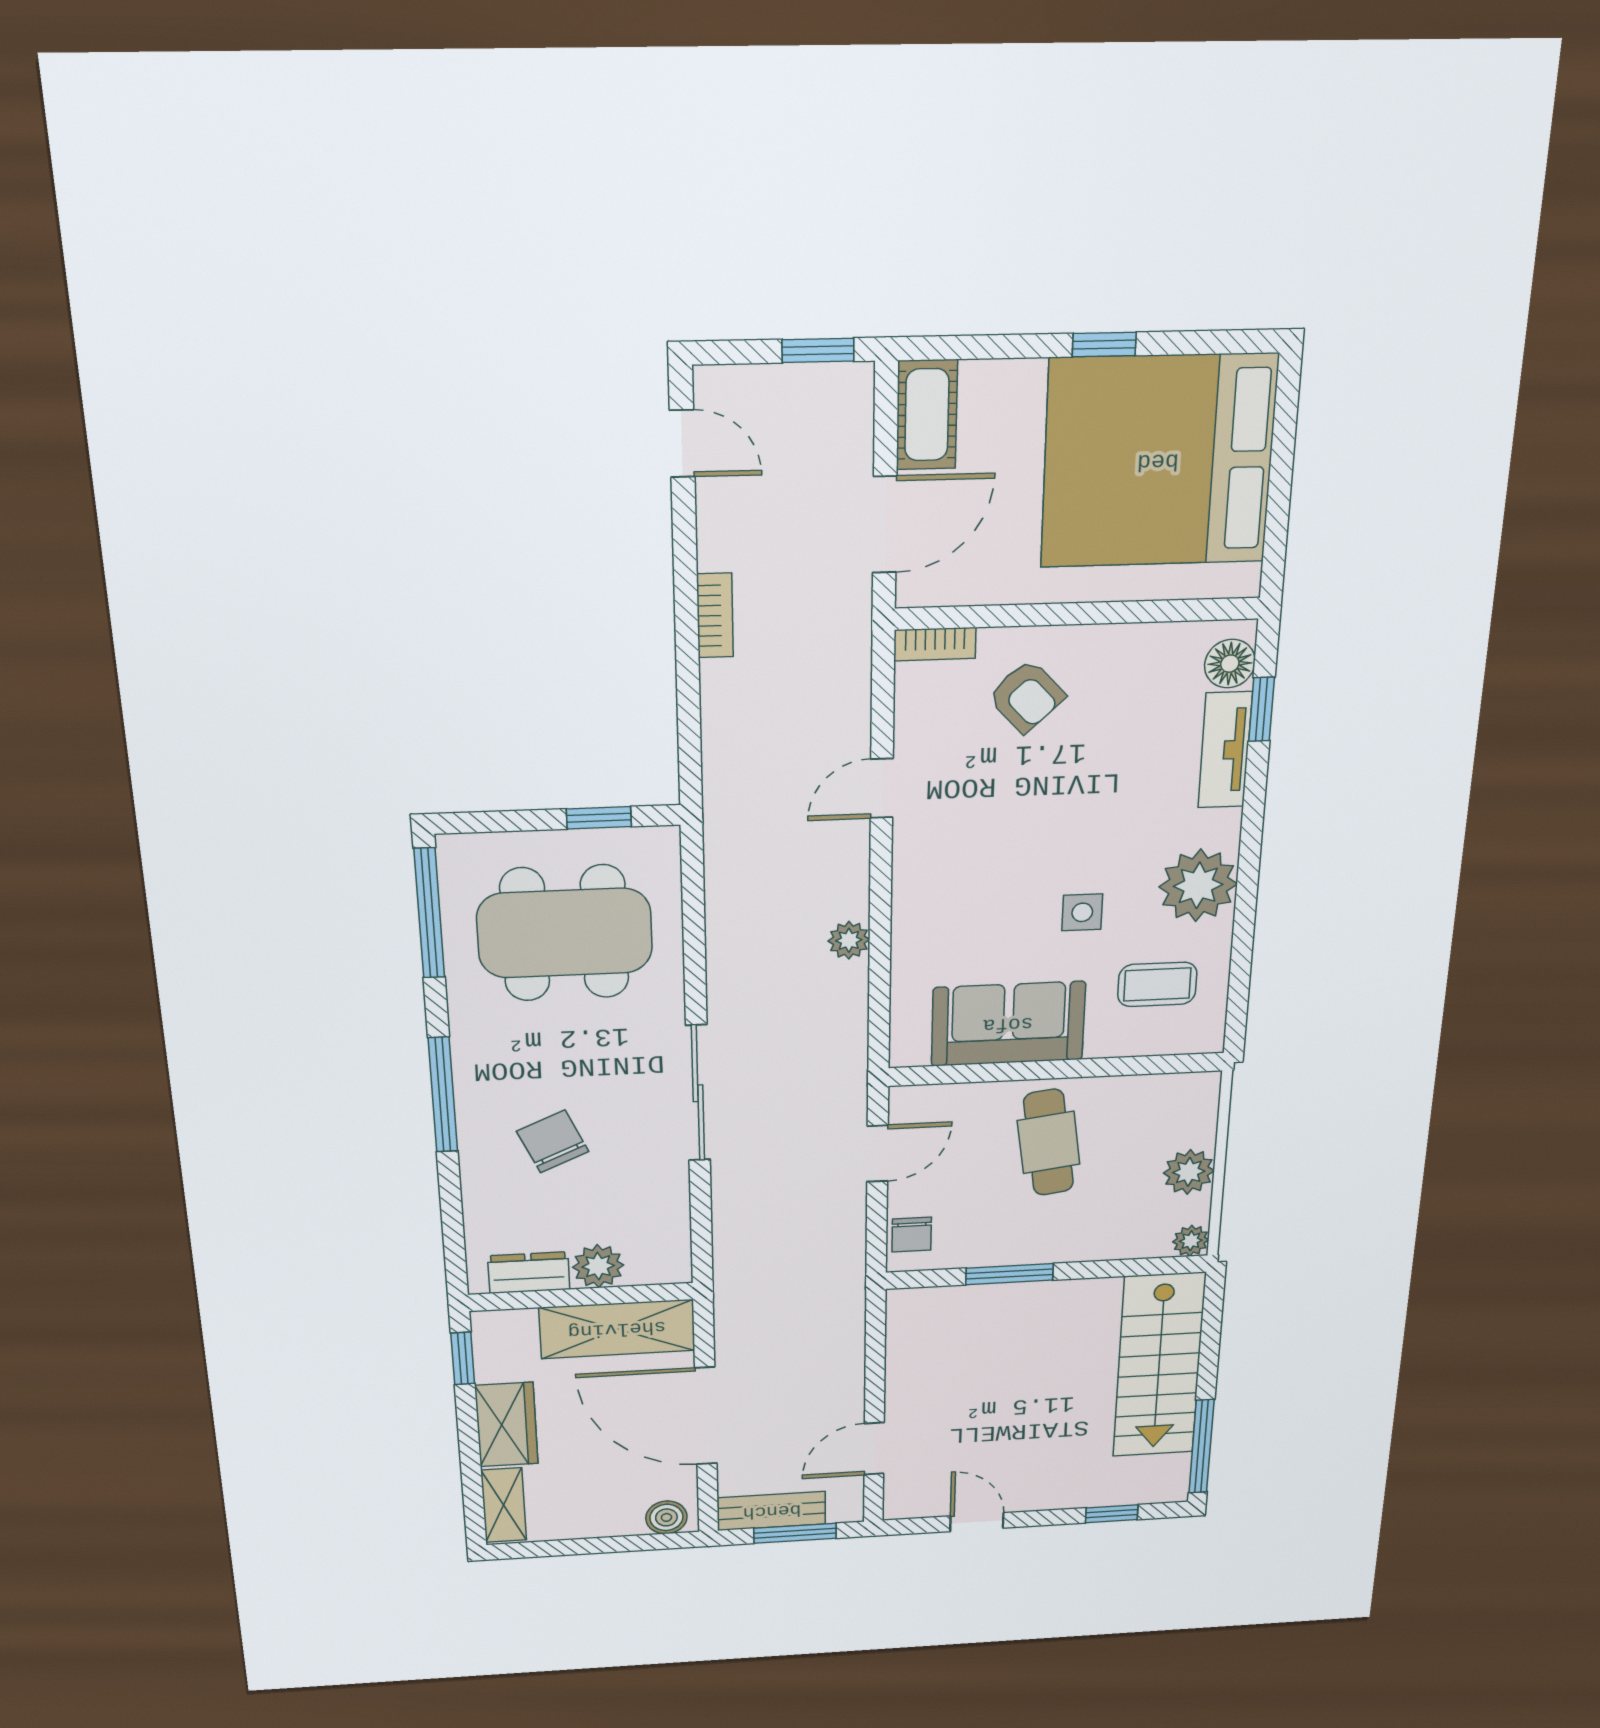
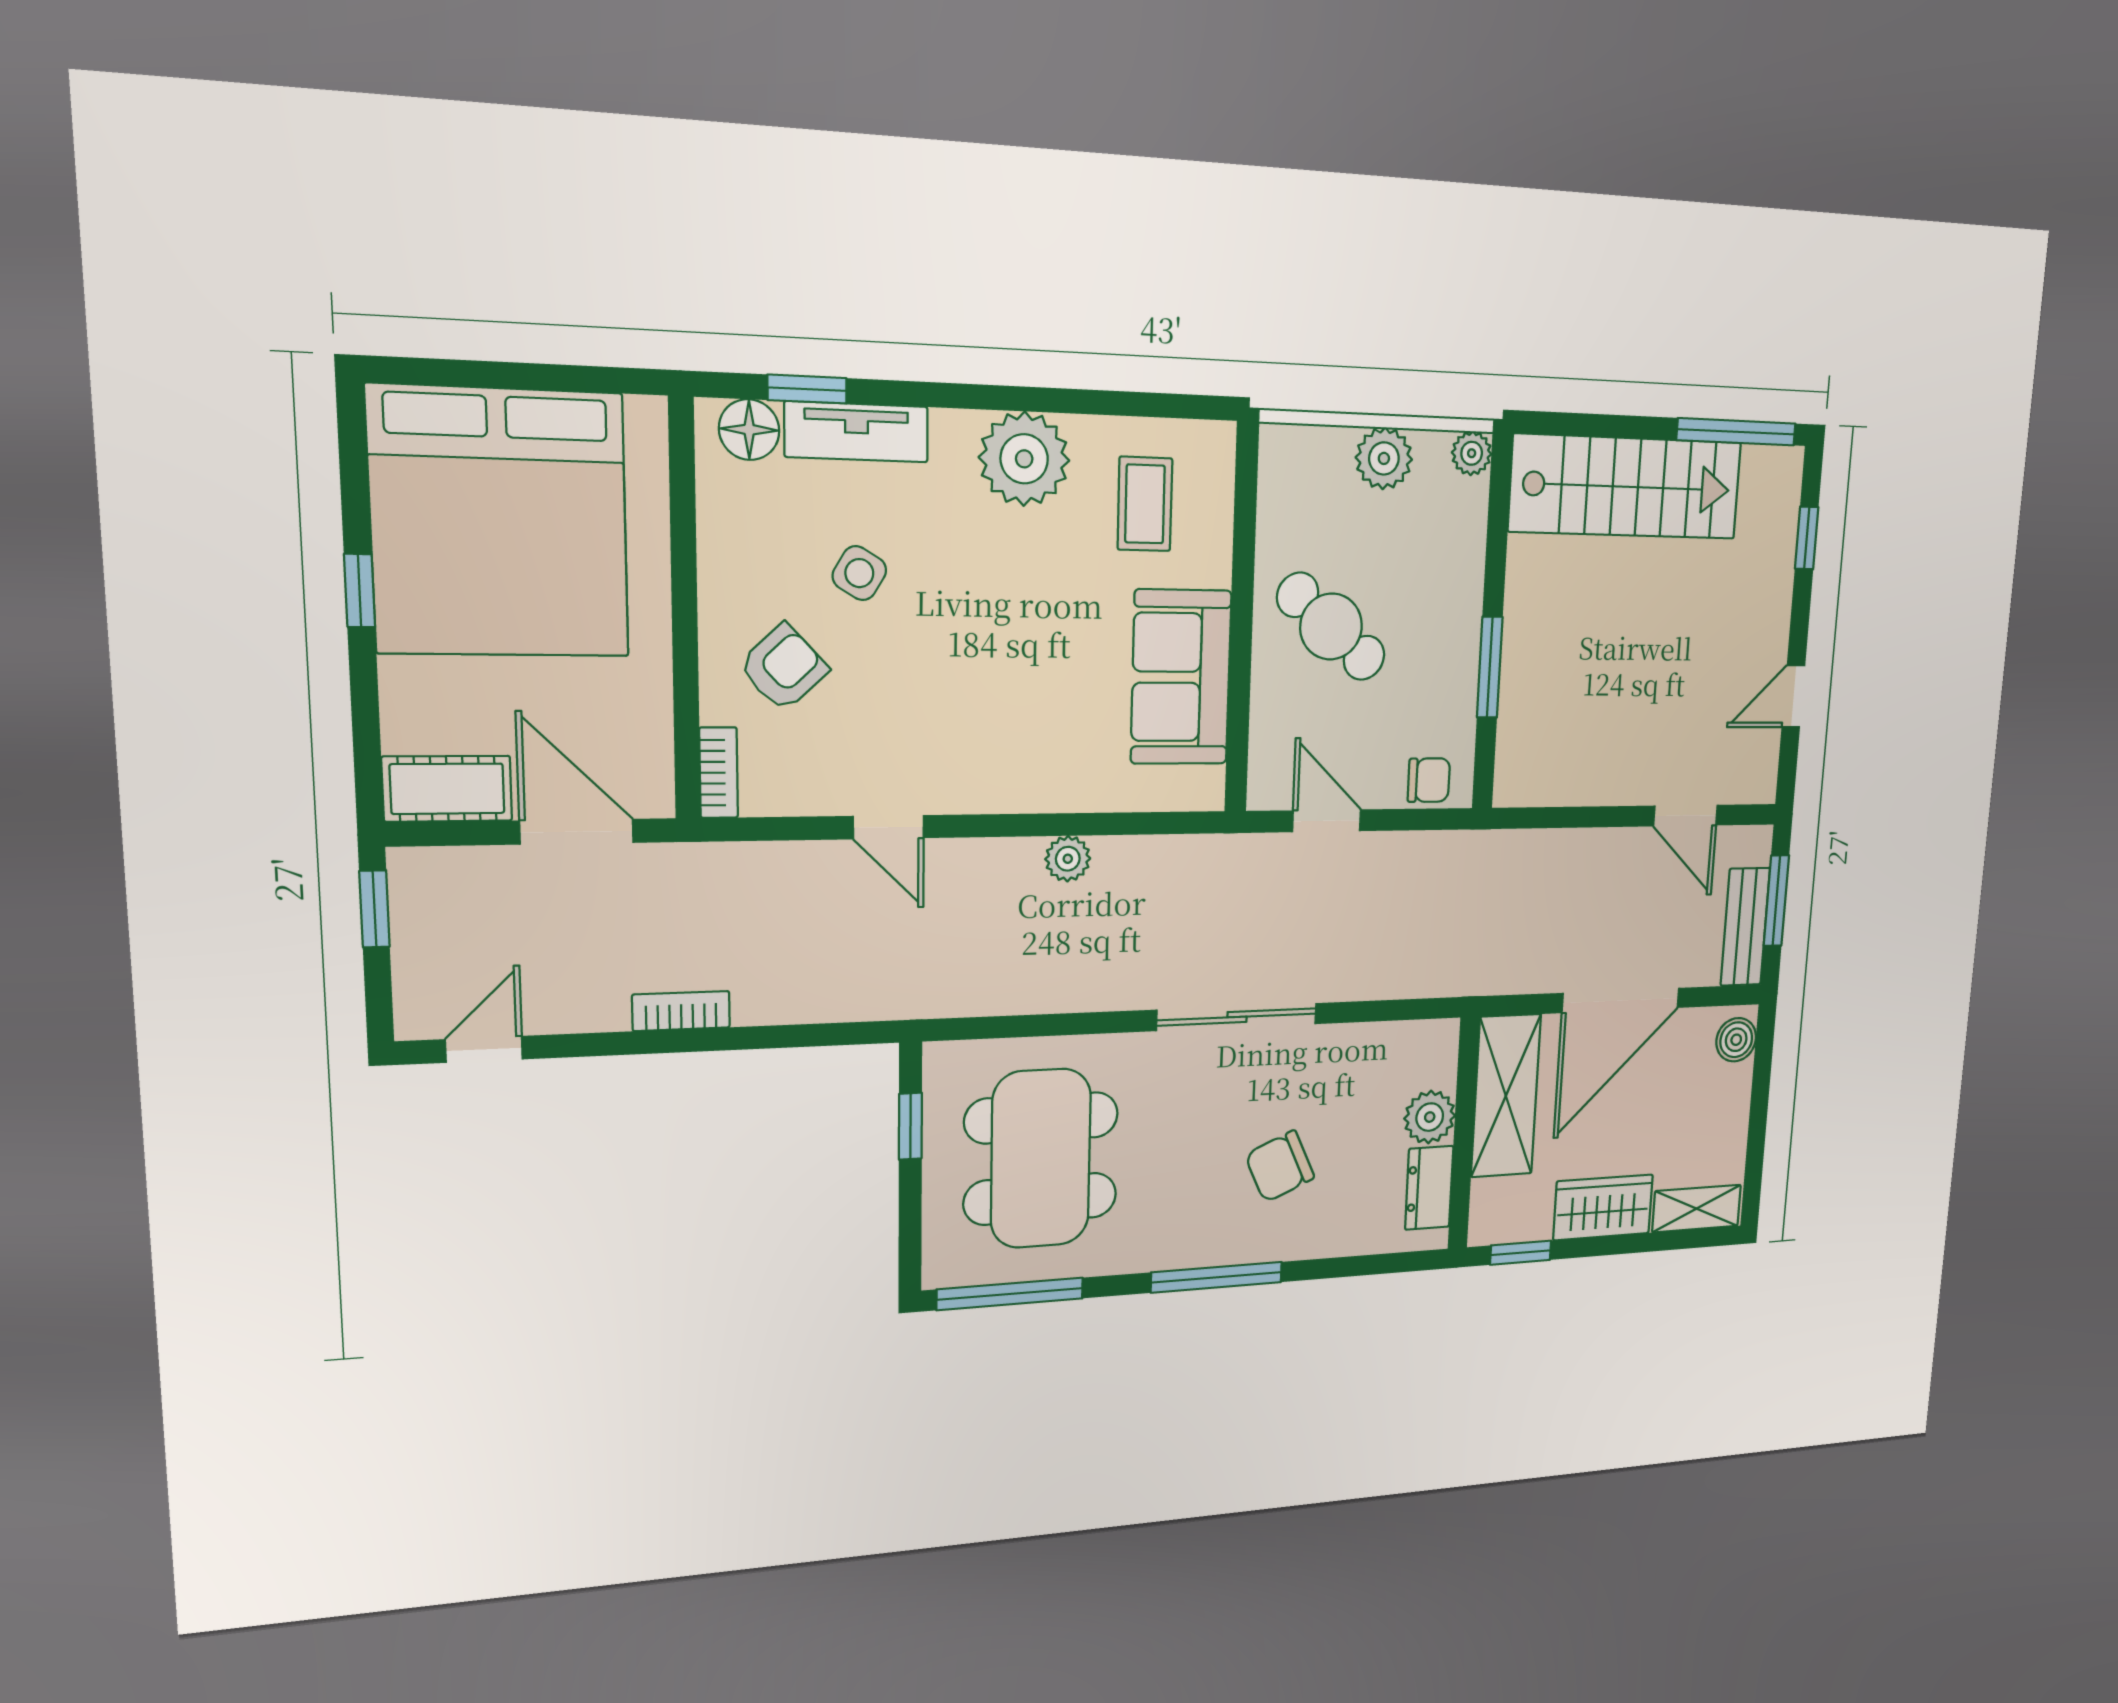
side table: (1082, 912) -> (859, 573), moved, turned 31
cafe table: (1049, 1142) -> (1331, 627), turned 48

